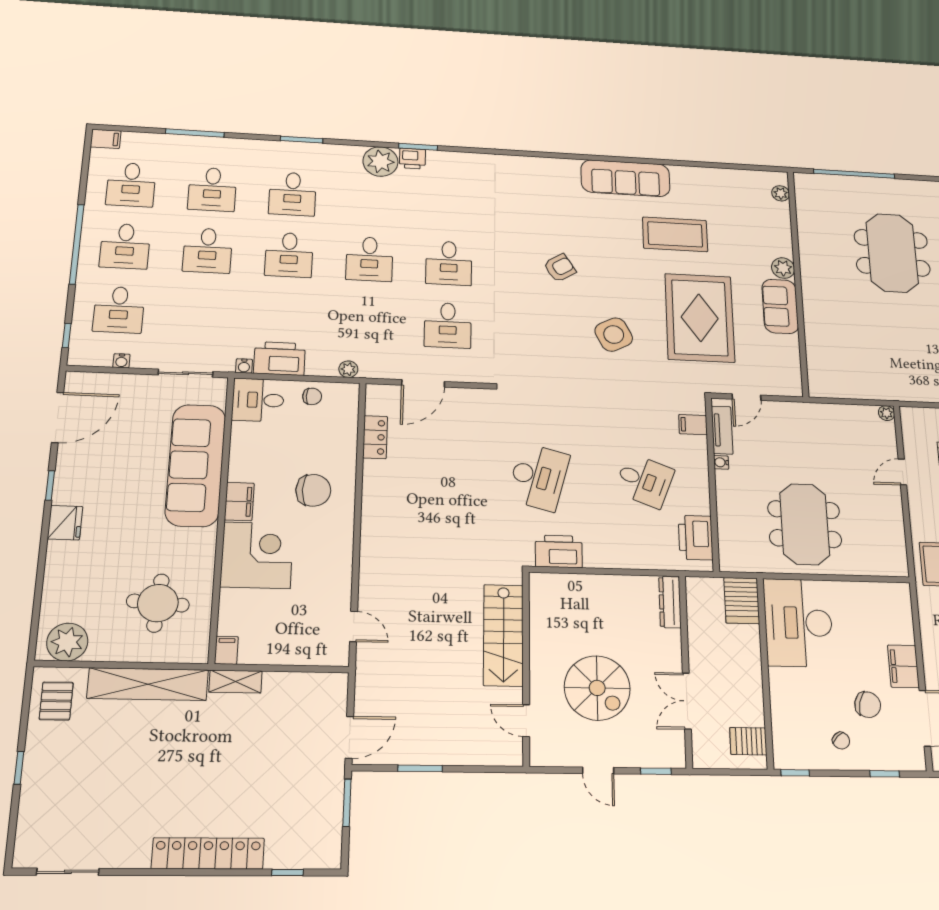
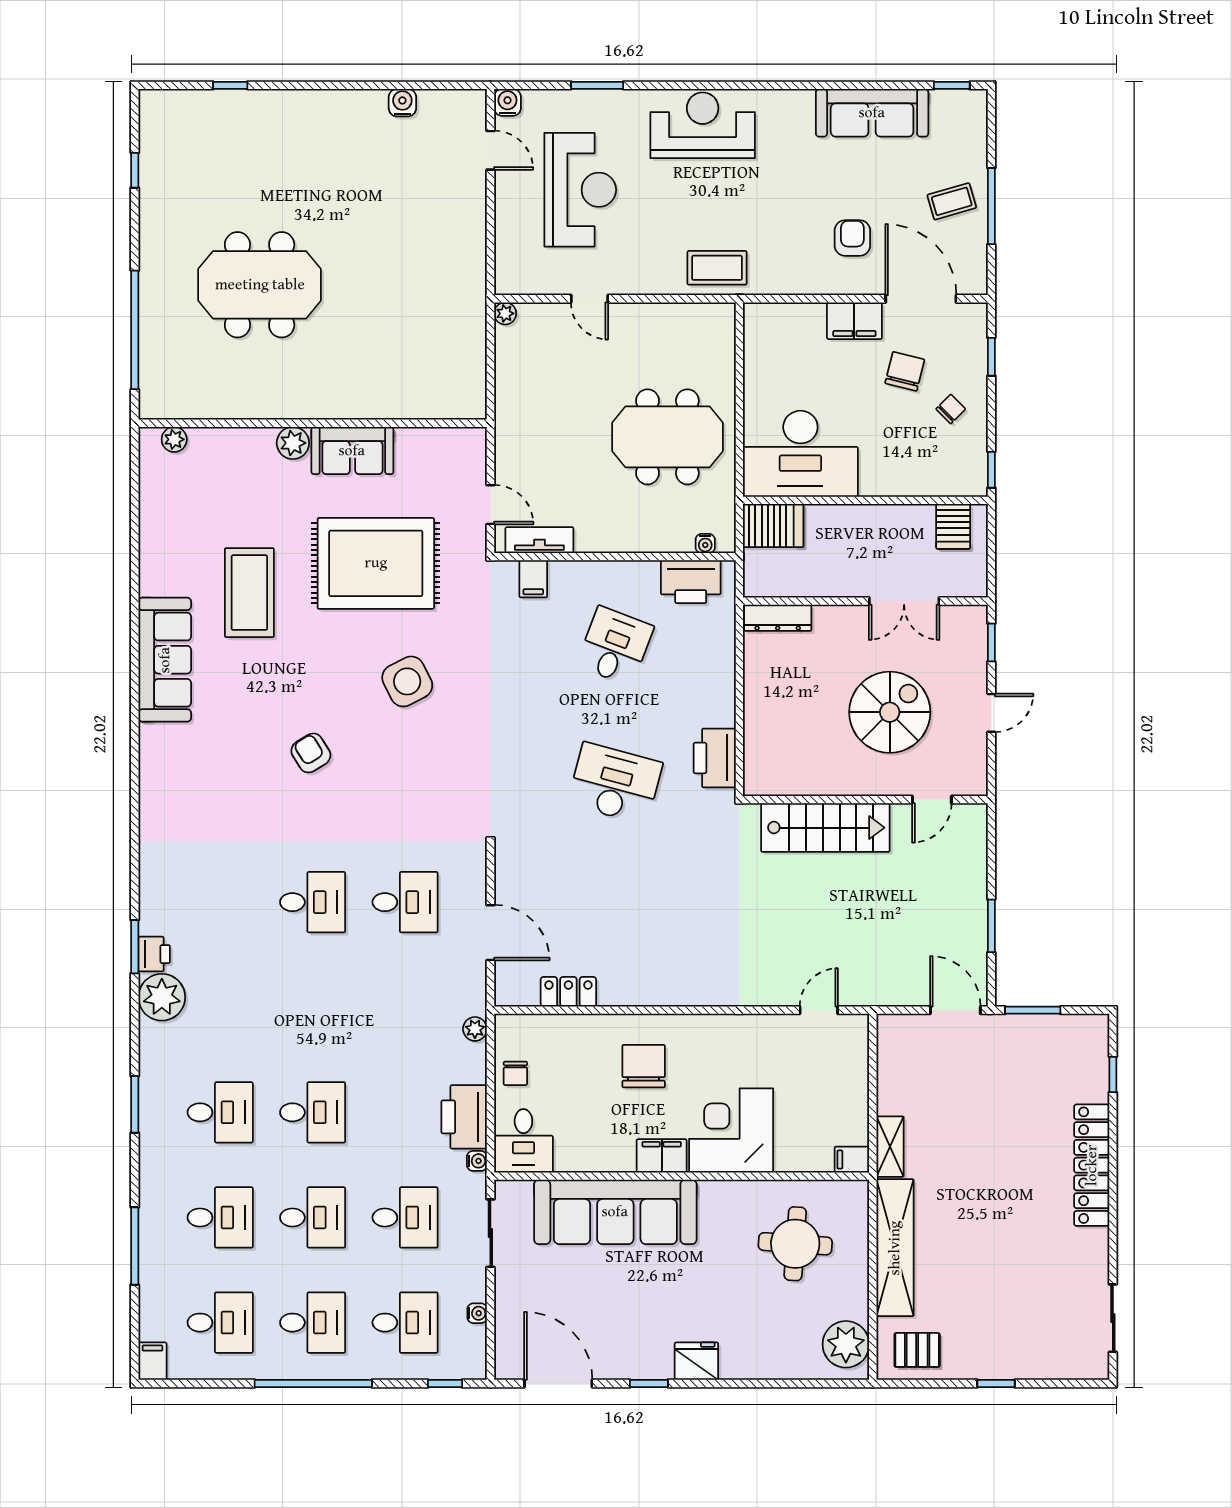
desk: (369, 259) -> (405, 1217), moved
chair: (312, 396) -> (515, 1073), turned 180
water cooler: (721, 462) -> (705, 543), moved

